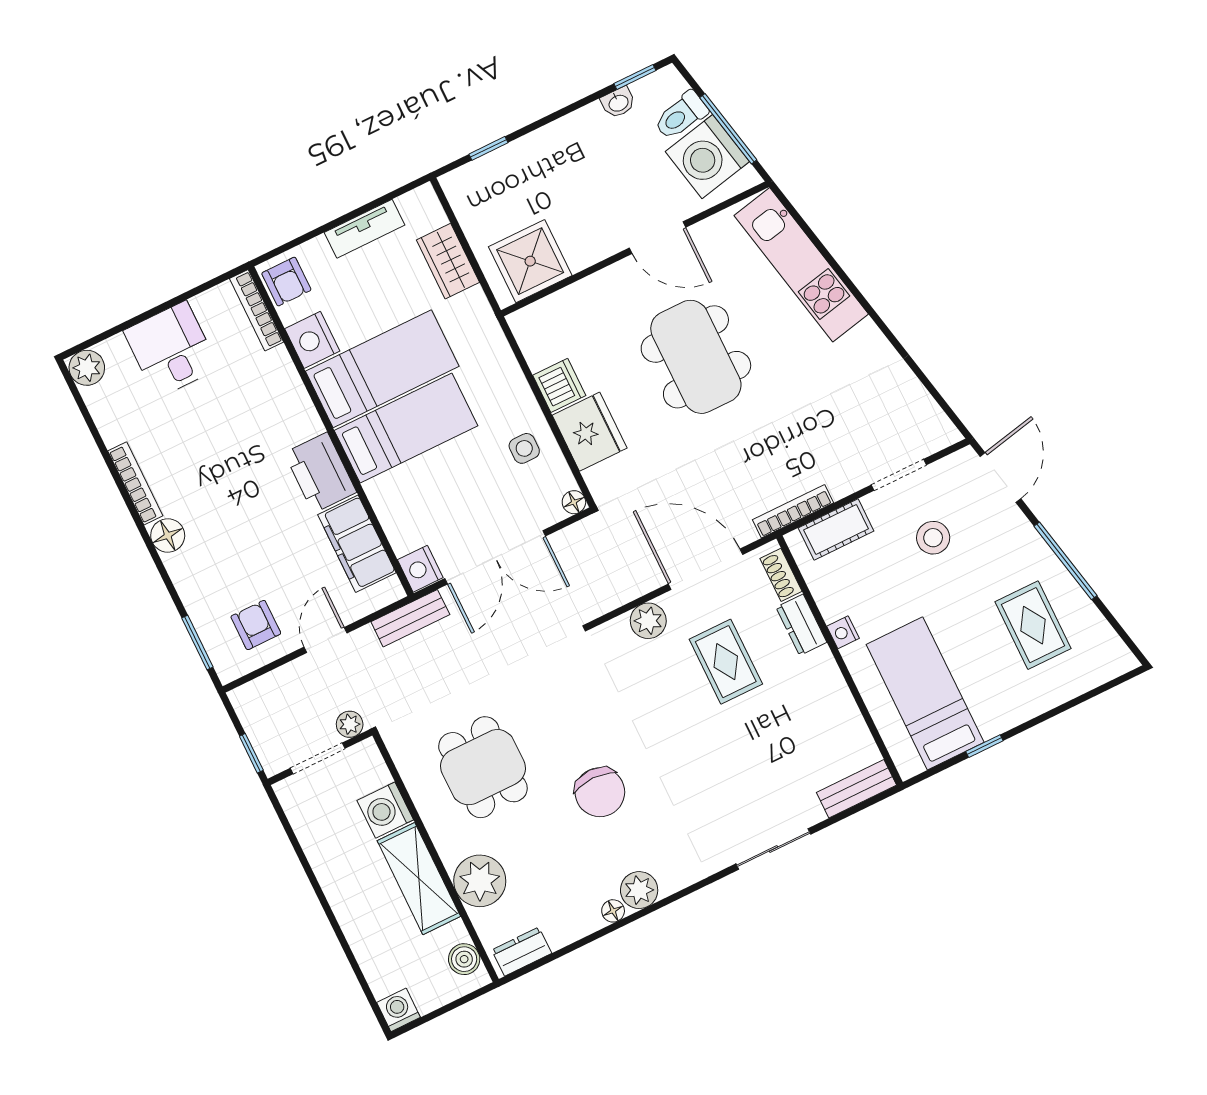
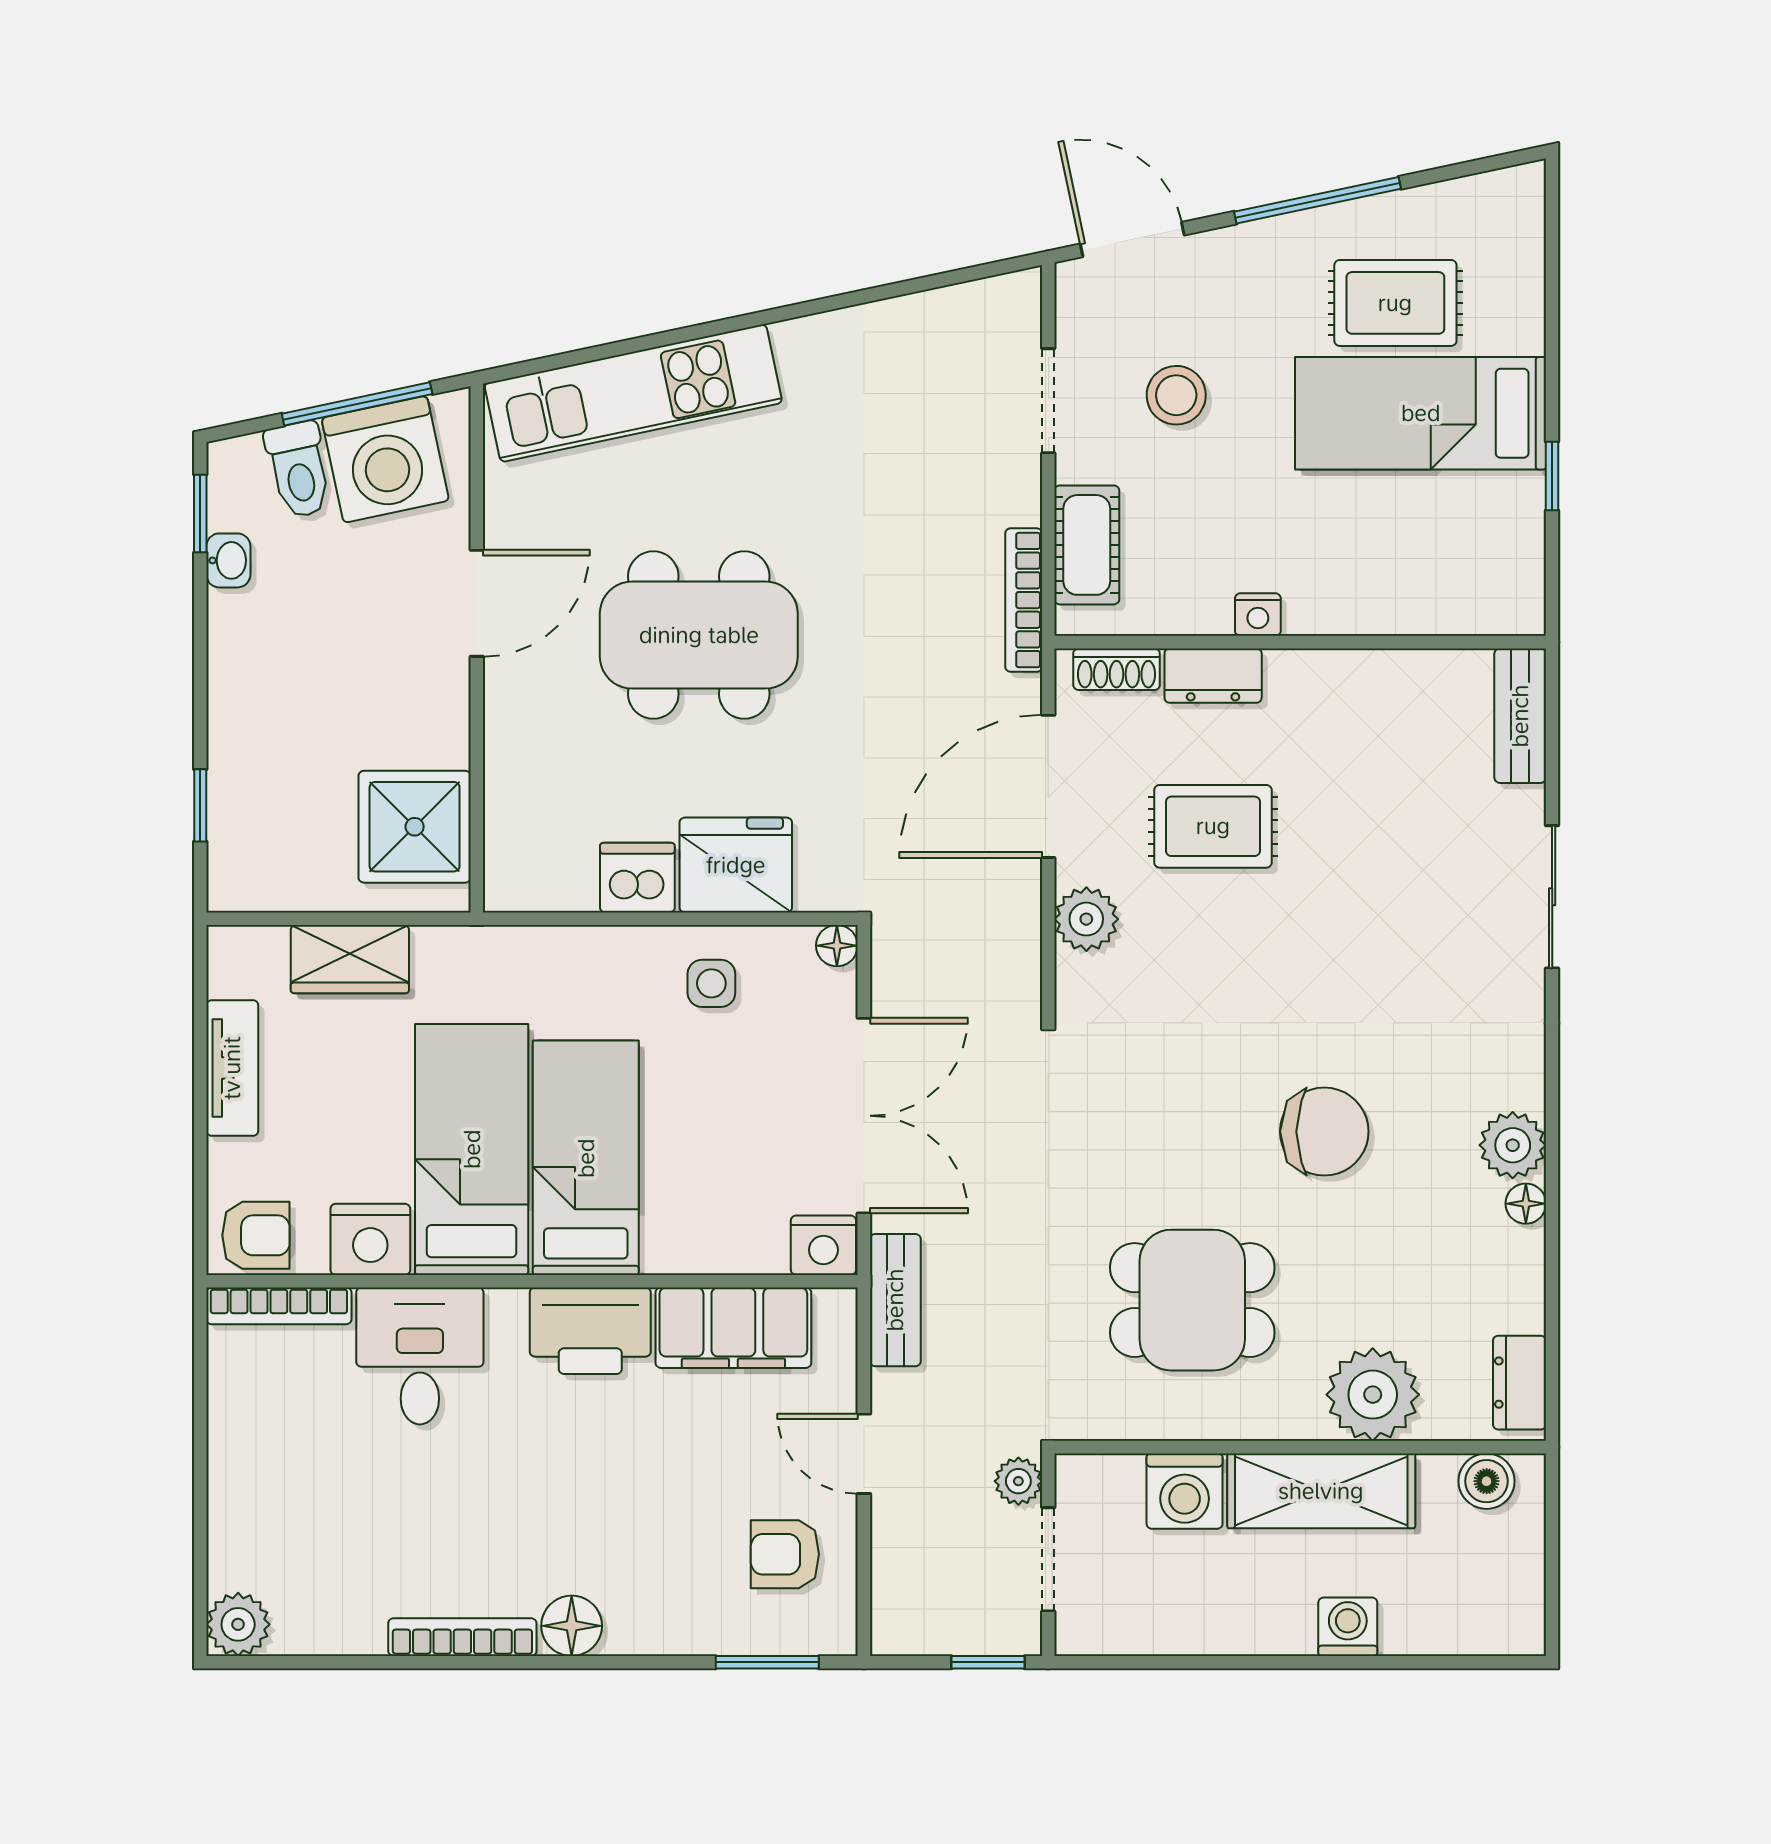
desk: (171, 350) -> (420, 1356), moved, turned 90
bed: (925, 693) -> (1421, 413), moved
washing machine: (398, 1010) -> (1348, 1627), moved, turned 90

